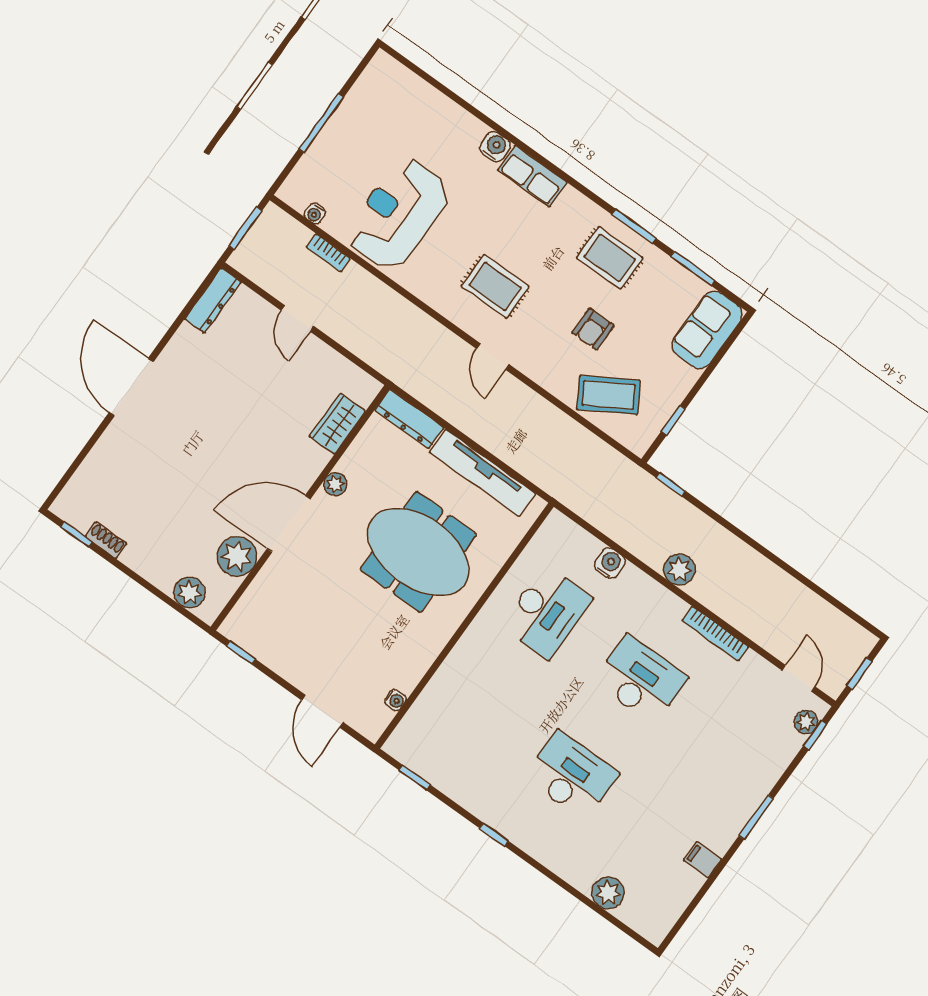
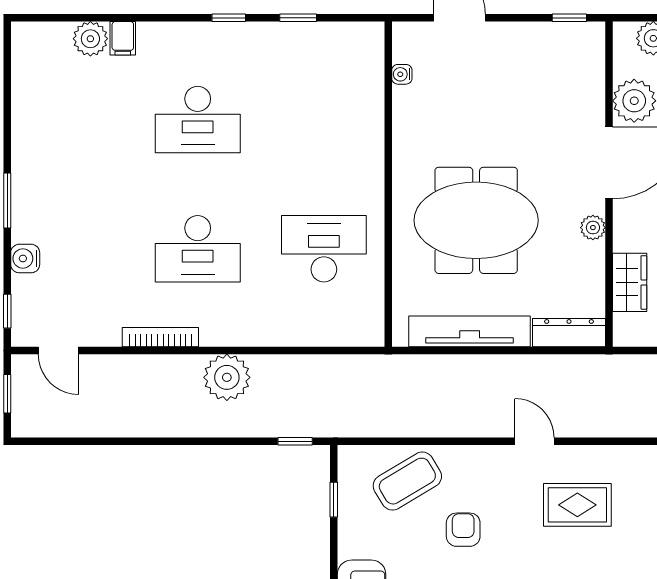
water cooler: (610, 563) -> (25, 259), moved, turned 90
plant: (679, 570) -> (227, 377), width x1.36, depth x1.36
desk: (547, 612) -> (324, 249), turned 90
plant: (806, 722) -> (24, 317), removed
window: (415, 778) -> (298, 18), moved
filing cabinet: (702, 860) -> (123, 38), moved, turned 90

